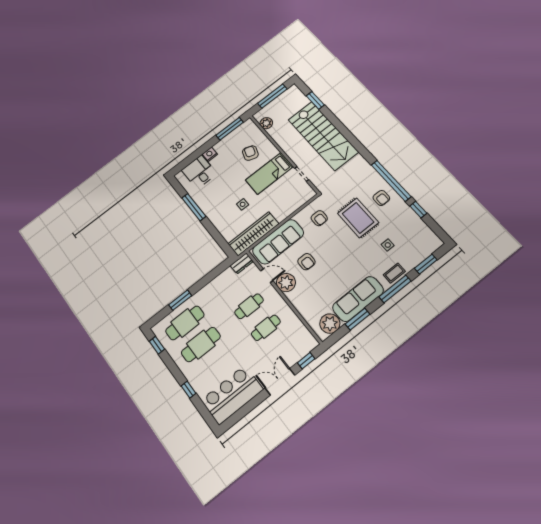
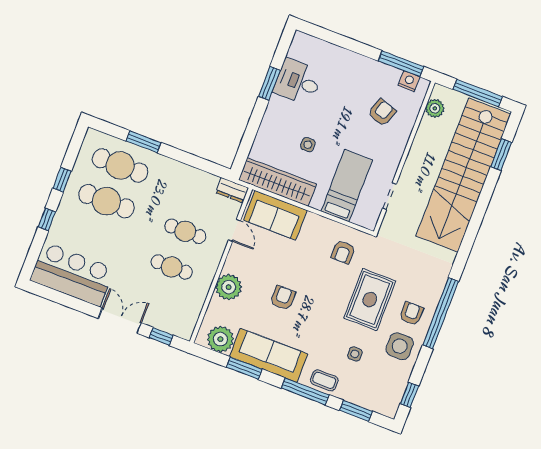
stairs: (323, 136) -> (463, 175), width x1.36
nightstand: (210, 154) -> (409, 81), moved
desk: (199, 172) -> (298, 82), moved, turned -90
bed: (269, 173) -> (347, 186), moved, turned 90
armchair: (381, 198) -> (411, 314), turned 180
window: (194, 207) -> (269, 83), width x0.69
window: (418, 210) -> (409, 395), moved
side table: (398, 215) -> (400, 346), added
sofa: (278, 242) -> (275, 215), width x0.73
armchair: (306, 262) -> (283, 298), moved, turned 180
plant: (286, 283) -> (229, 287), moved
window: (157, 345) -> (62, 180), moved

